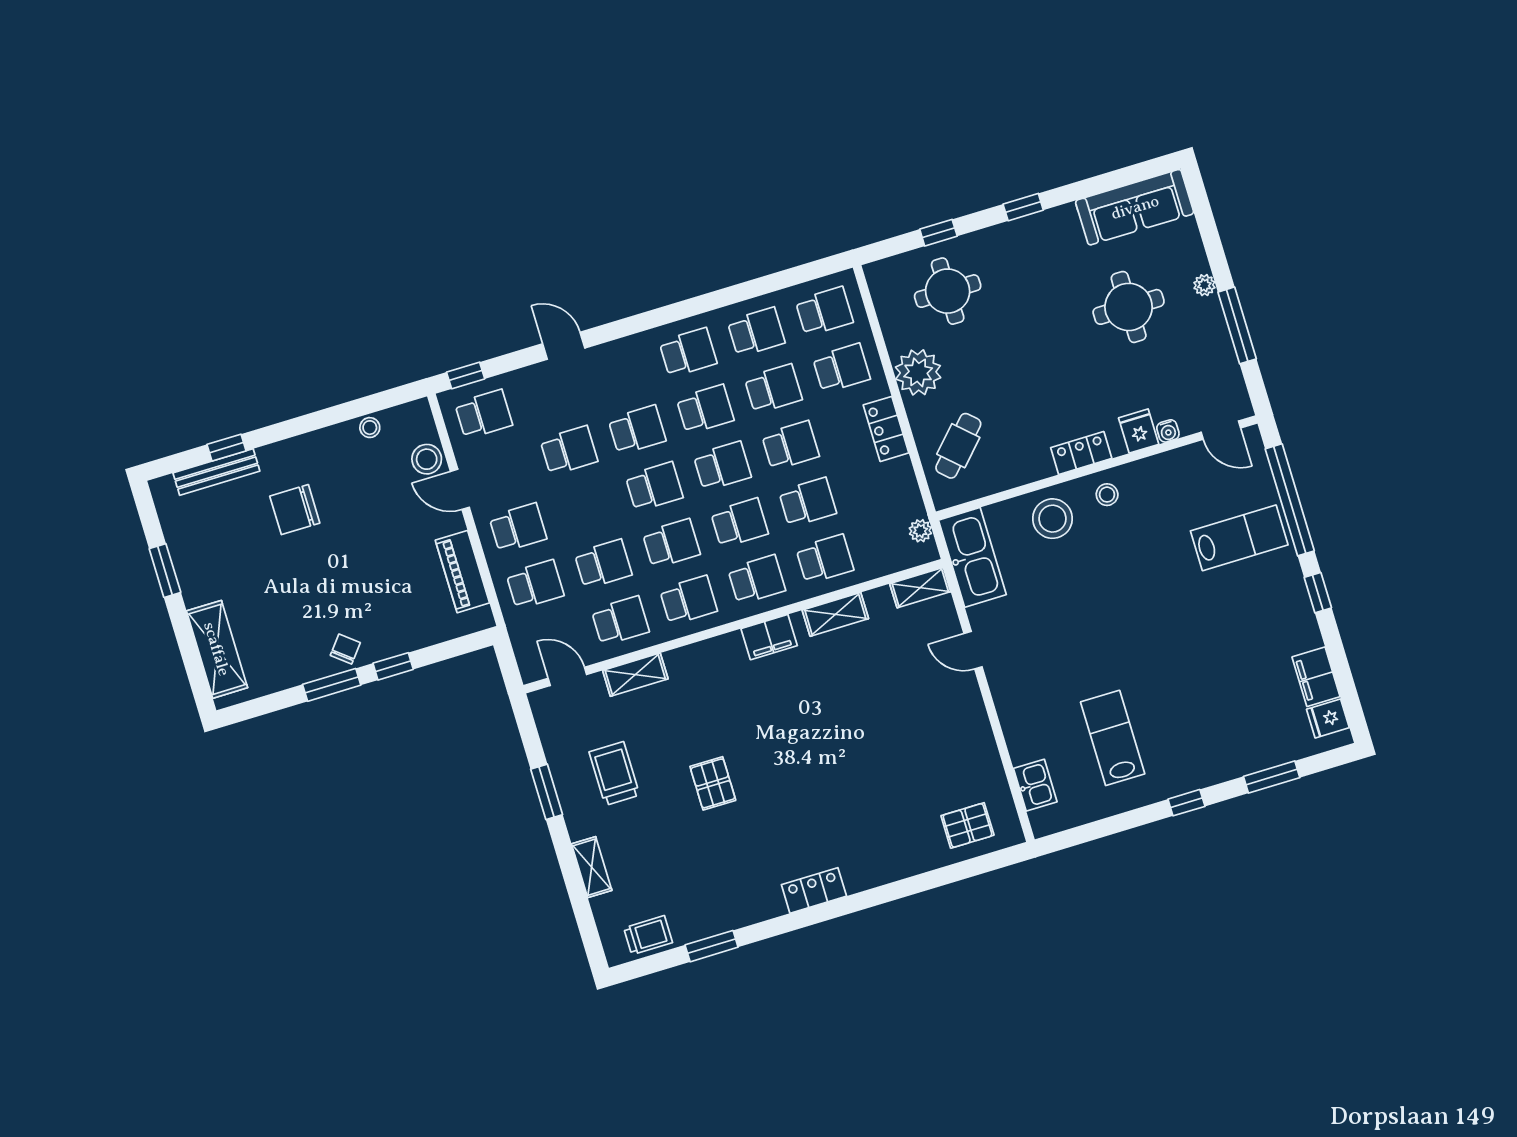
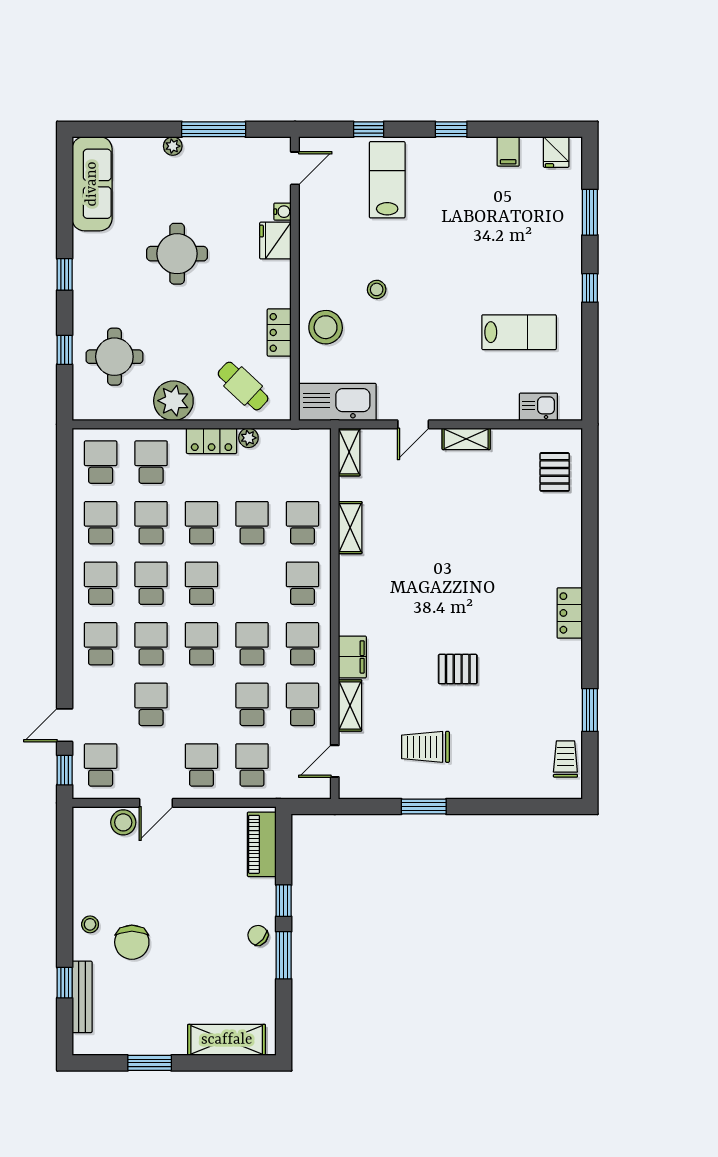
round table: (1129, 307) -> (177, 254), moved
door: (564, 346) -> (65, 725), moved
stool: (370, 428) -> (90, 924), moved
fridge: (1139, 431) -> (275, 241), width x1.38
locker: (1081, 453) -> (279, 332), moved
stool: (1107, 495) -> (377, 289), moved
window: (1290, 500) -> (369, 129), width x0.32
school desk: (739, 523) -> (101, 644), moved
plant: (920, 531) -> (248, 438), moved
piano: (462, 572) -> (262, 844), moved, turned 90
filing cabinet: (769, 637) -> (352, 657), moved
filing cabinet: (1316, 677) -> (508, 151), width x0.50
lab bench: (1113, 738) -> (519, 332), turned 180
shelving: (592, 867) -> (466, 439), moved

